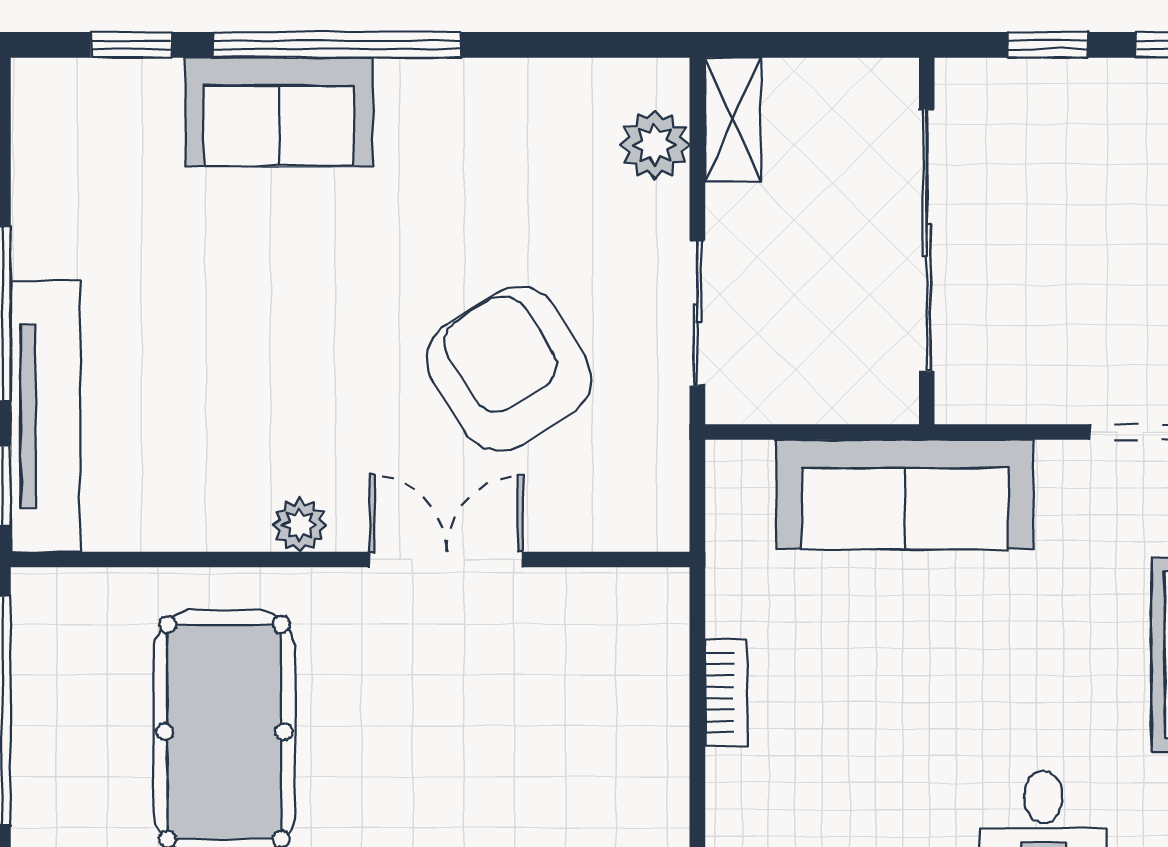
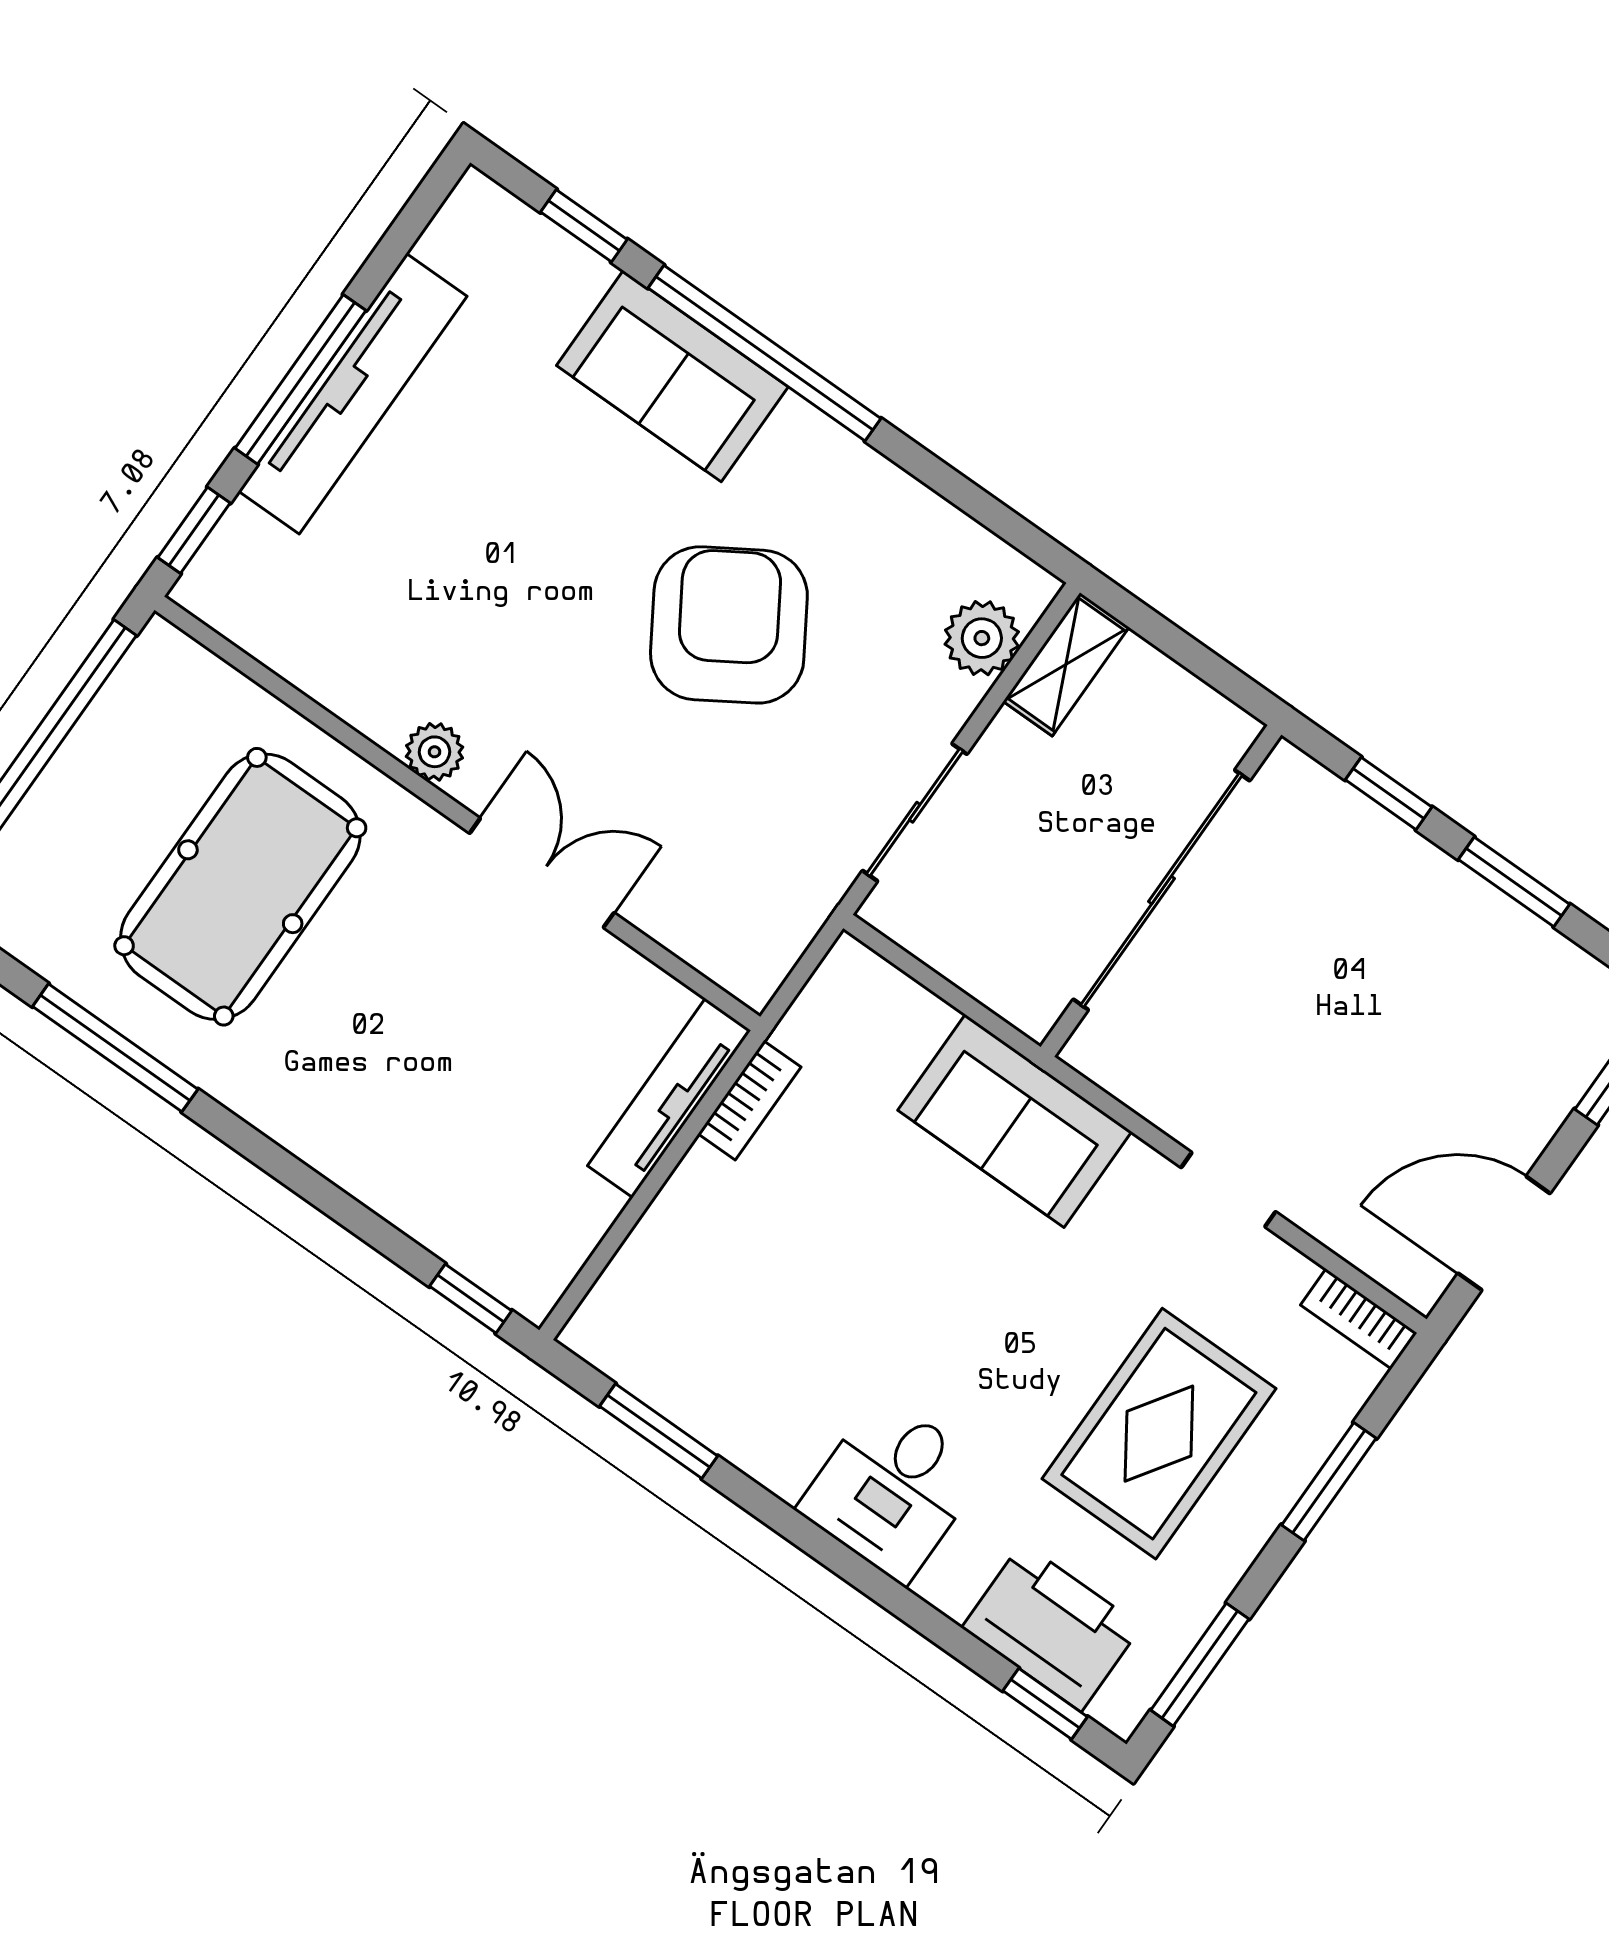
armchair: (509, 369) -> (729, 625), moved
tv unit: (45, 416) -> (353, 394), moved
sofa: (905, 494) -> (1015, 1121), width x0.73
tv unit: (664, 662) -> (669, 1098), added
bookcase: (726, 692) -> (749, 1100), moved

